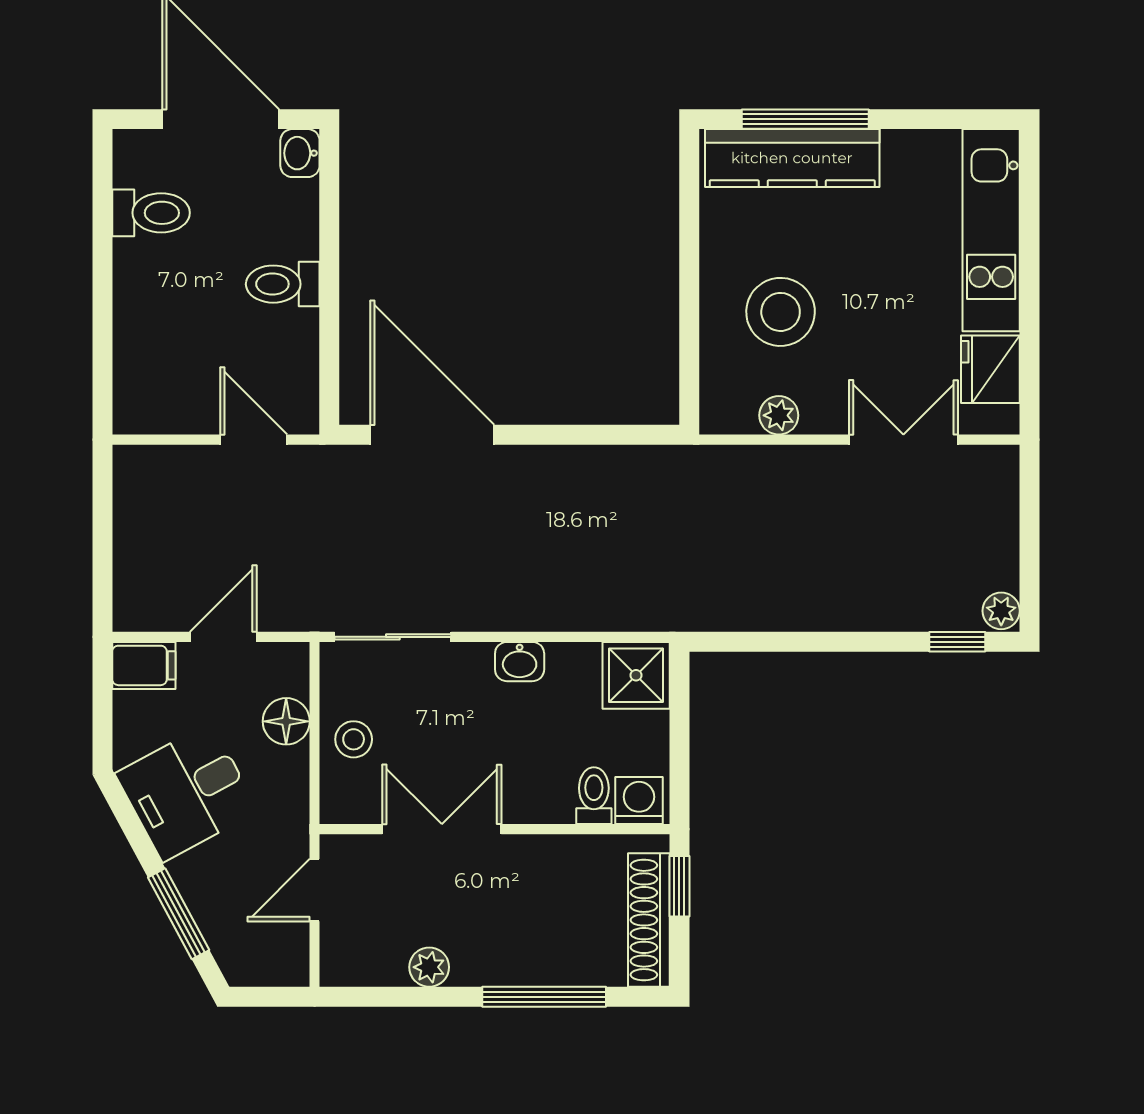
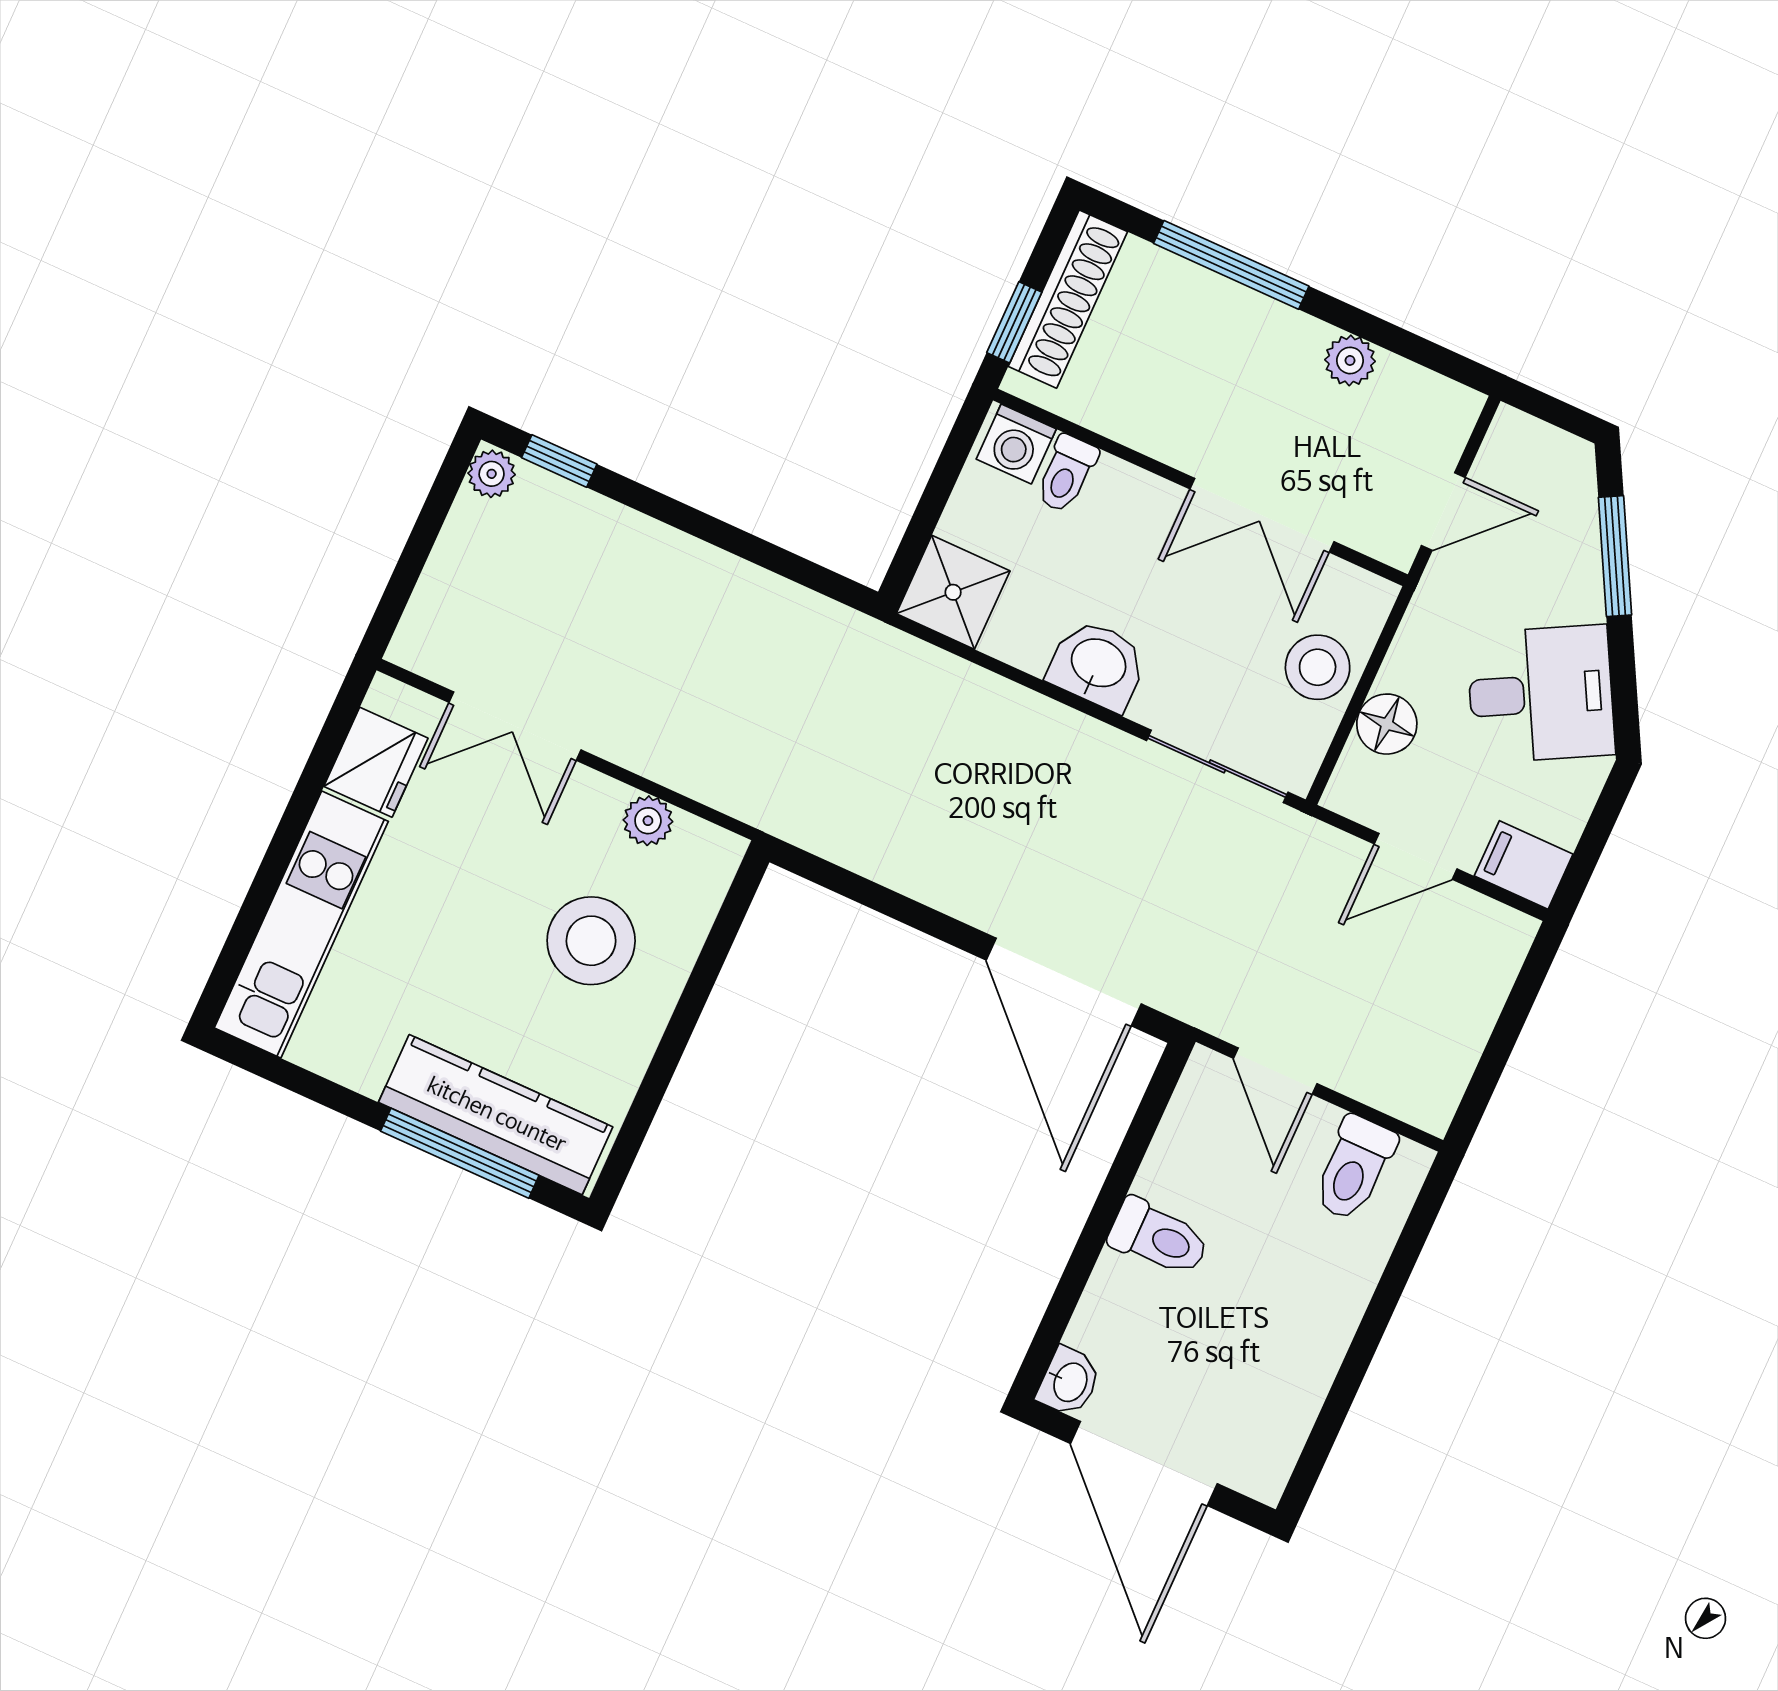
toilet: (151, 213) -> (1354, 1168), moved, turned -90
washbasin: (520, 662) -> (1098, 665), width x1.38, depth x1.45
stool: (354, 739) -> (1318, 667), width x1.37, depth x1.37

